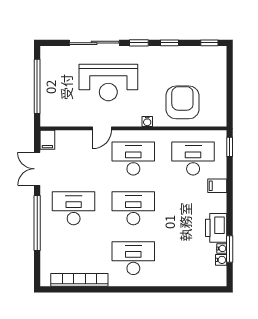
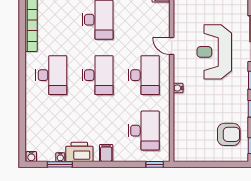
armchair: (182, 102) -> (229, 134), moved, width x0.73, depth x0.73
filing cabinet: (217, 186) -> (106, 153), moved
water cooler: (221, 260) -> (31, 157), moved

